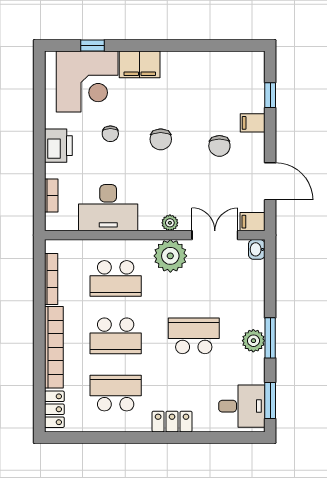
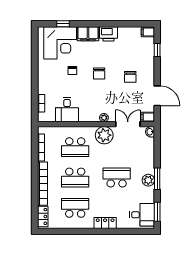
filing cabinet: (253, 123) -> (148, 32), moved
printer: (58, 146) -> (108, 34), moved, turned 90
desk: (108, 208) -> (67, 110), width x0.73

